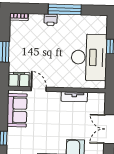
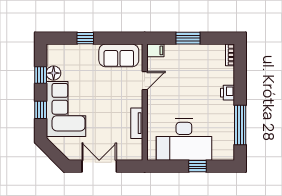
window: (65, 9) -> (240, 125), moved
filing cabinet: (19, 79) -> (155, 50), width x0.50

